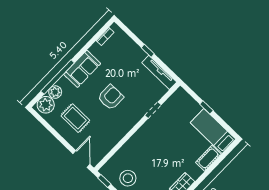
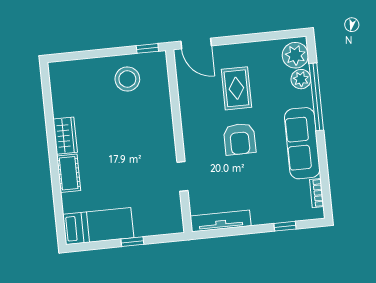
window: (148, 51) -> (285, 226), moved
sofa: (82, 69) -> (302, 143), width x1.36
rug: (75, 118) -> (236, 88), moved, turned 90
cot: (208, 158) -> (69, 173), moved

